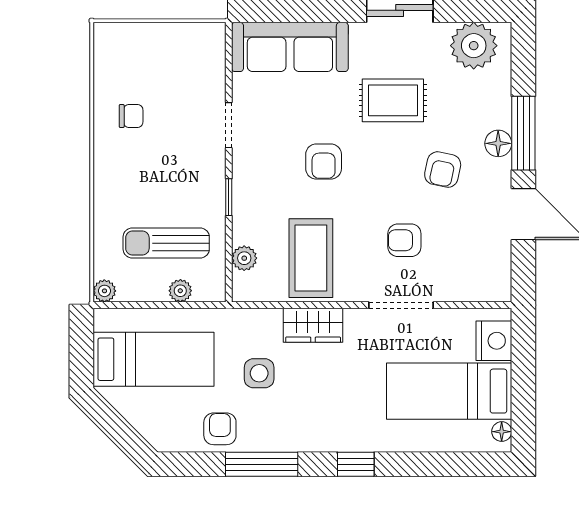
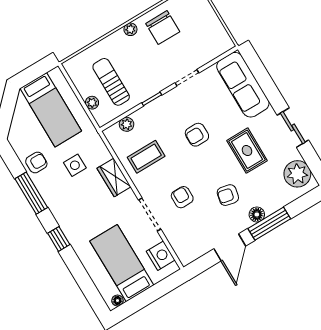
chair: (131, 116) -> (163, 28), width x1.87, depth x1.87
coffee table: (311, 258) -> (146, 157), width x0.73, depth x0.76
plant: (104, 291) -> (130, 29), moved
nightstand: (494, 341) -> (161, 256), moved, turned -90

